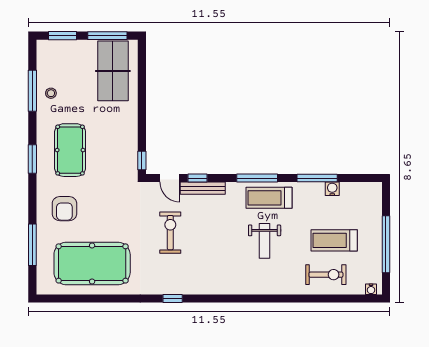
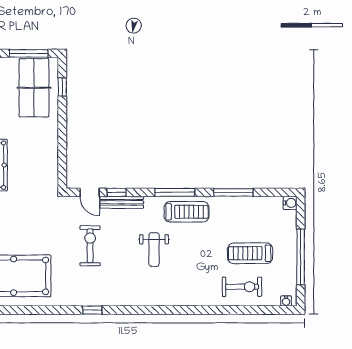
window: (142, 160) -> (62, 87), moved
water cooler: (332, 189) -> (290, 203), moved, turned 90
treadmill: (269, 198) -> (186, 212), turned 180
weight bench: (265, 241) -> (154, 250), moved

